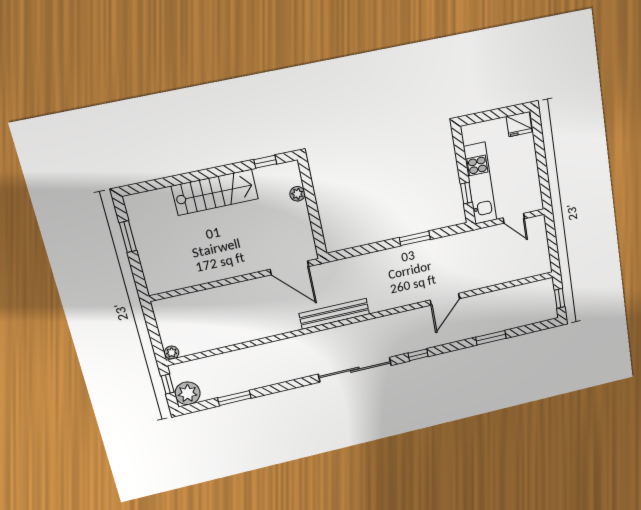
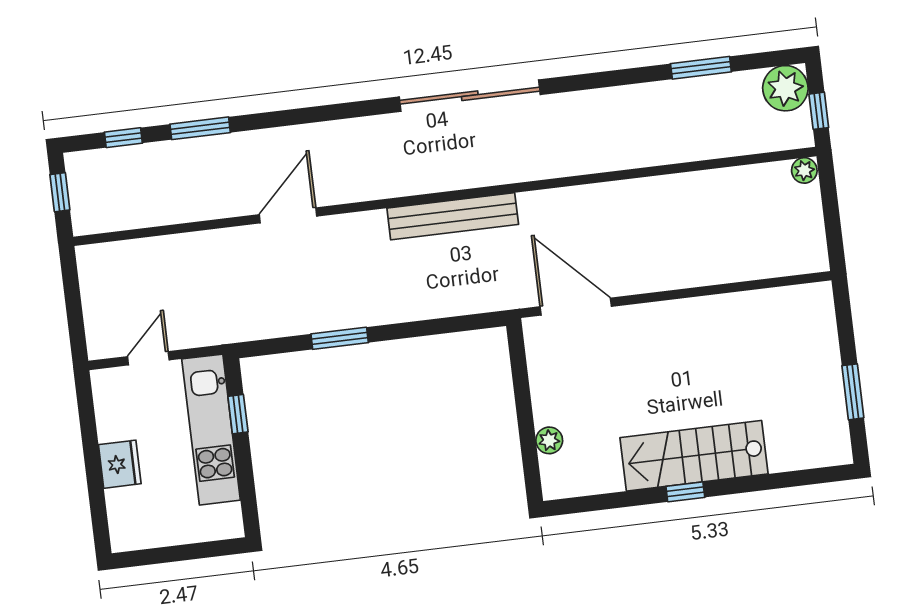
fridge: (519, 124) -> (120, 464), moved, turned 90
window: (265, 162) -> (685, 492), moved
door: (514, 218) -> (148, 358), hinge flipped
bench: (334, 314) -> (453, 216), moved
window: (418, 355) -> (123, 138), moved

